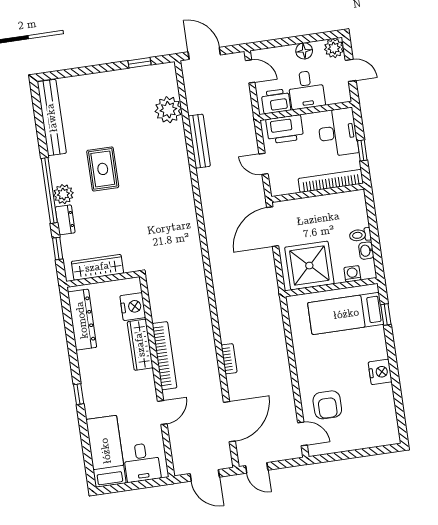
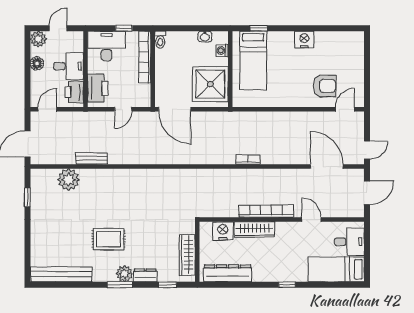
bench: (199, 141) -> (92, 158), width x0.73
window: (49, 190) -> (120, 285), width x0.47
toilet: (360, 235) -> (160, 40), moved
bookcase: (229, 359) -> (248, 160), moved

